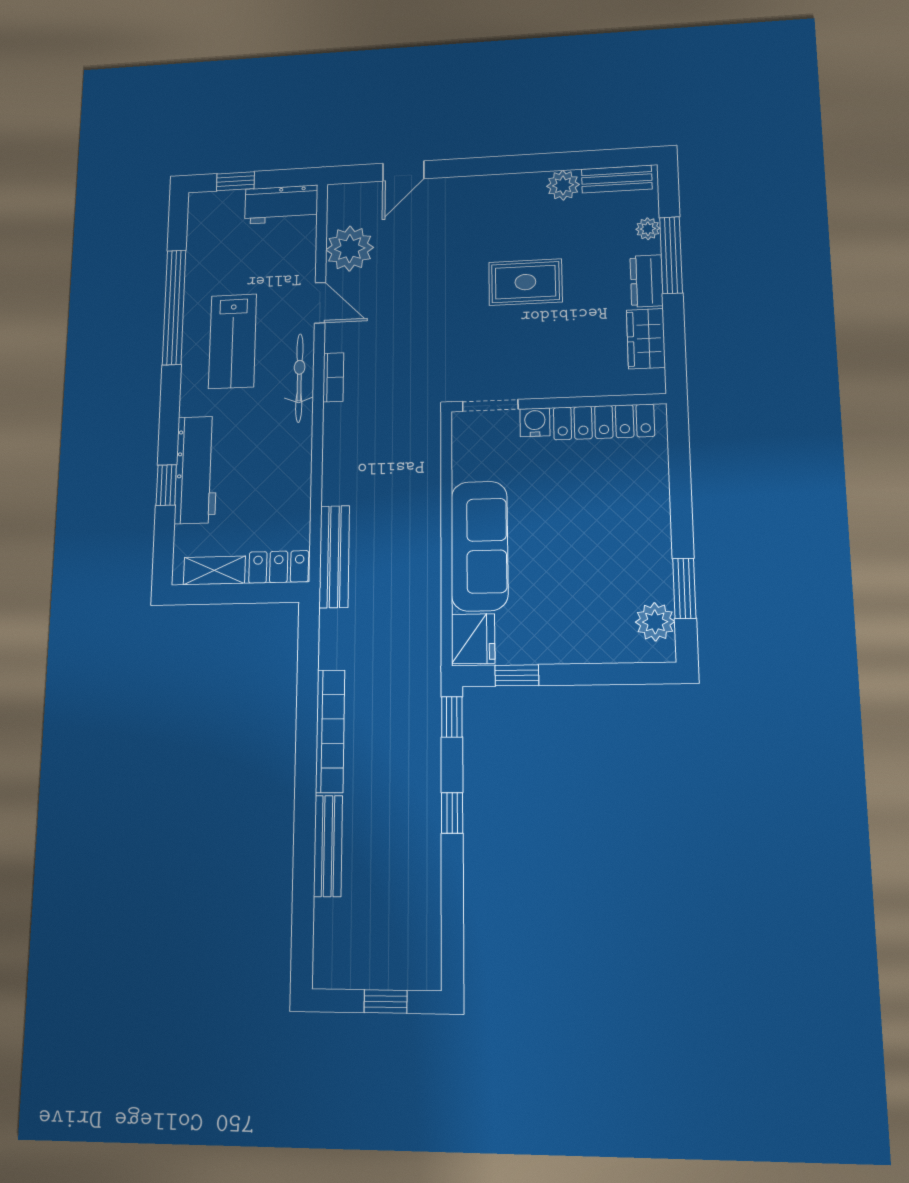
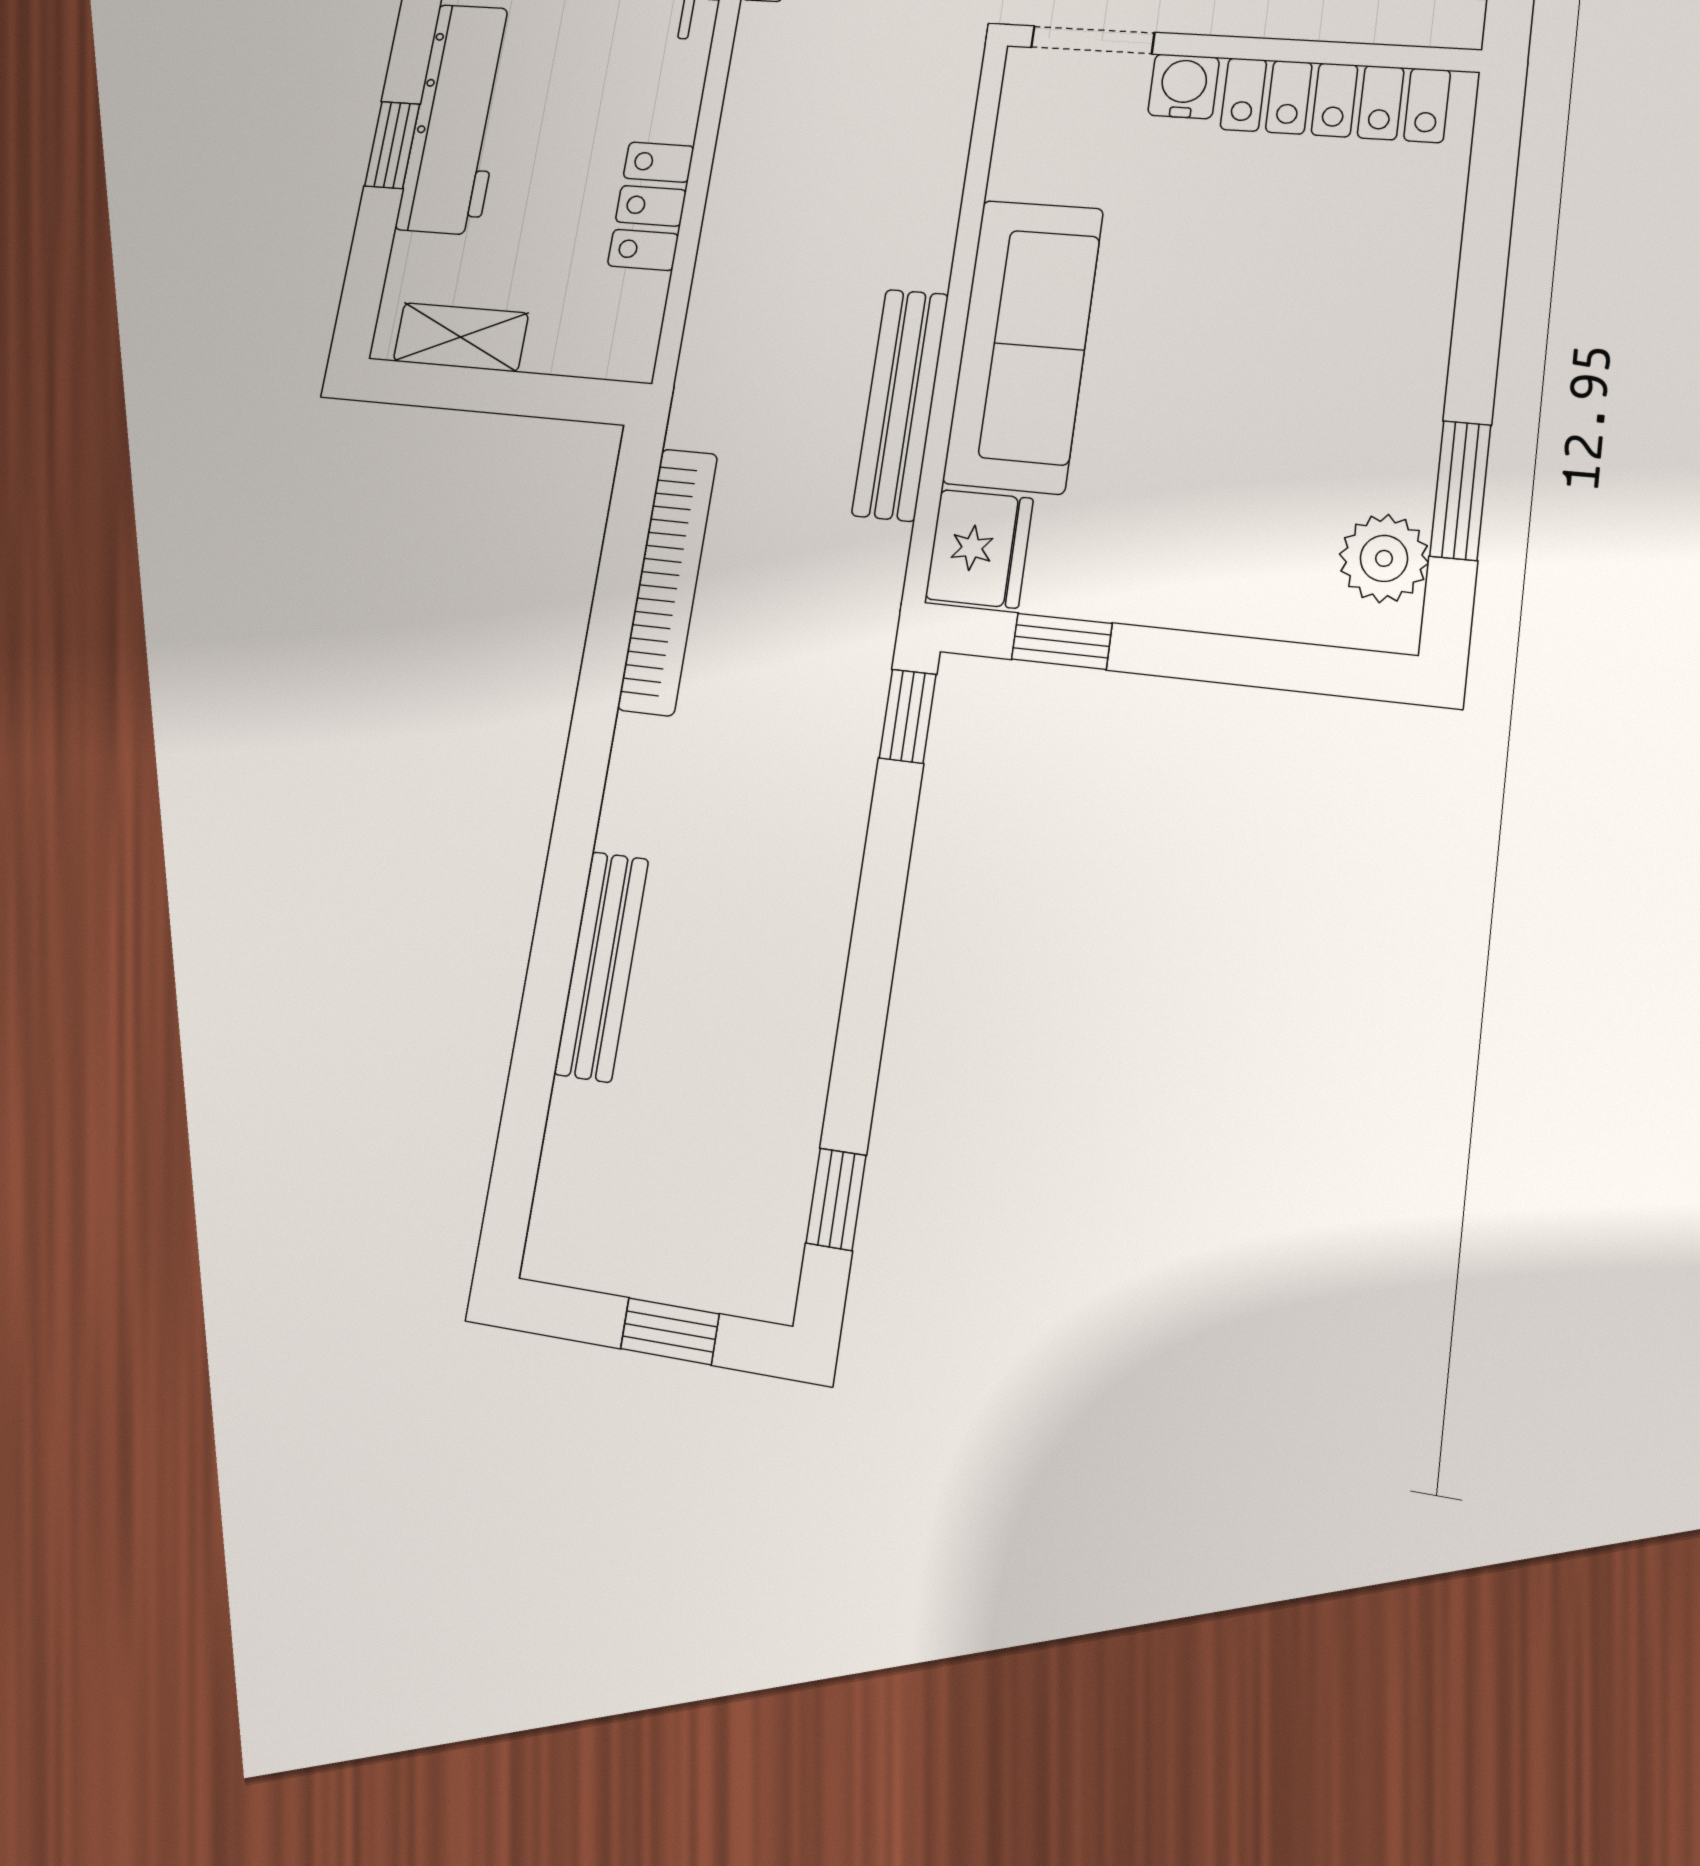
bench: (334, 557) -> (900, 404), moved
locker: (279, 567) -> (651, 206), moved, turned -90
bookcase: (330, 731) -> (668, 581), moved
window: (452, 813) -> (836, 1199), moved

